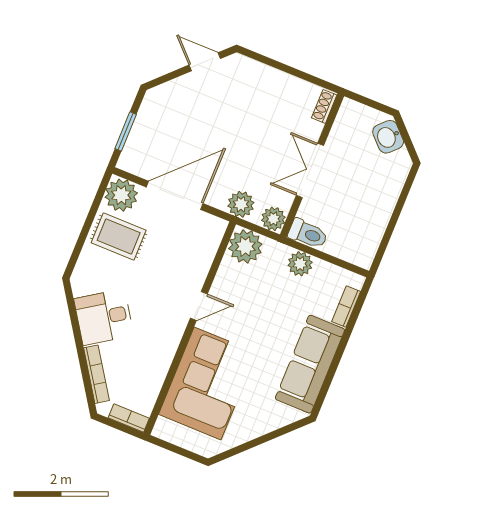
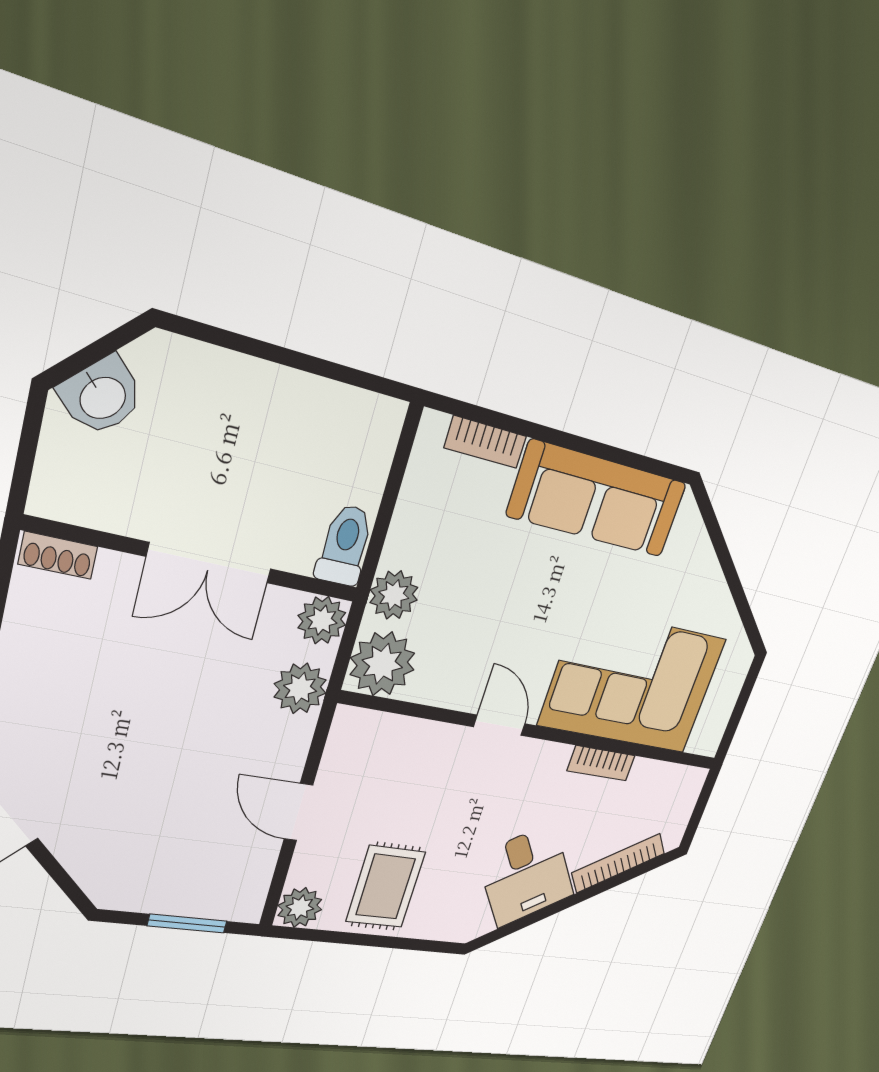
plant: (121, 195) -> (300, 908), width x0.73, depth x0.73
door: (175, 195) -> (298, 812), width x0.53
plant: (300, 264) -> (394, 595), moved
bookcase: (129, 418) -> (601, 763), moved, turned -90

